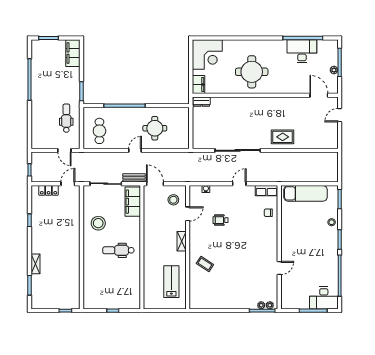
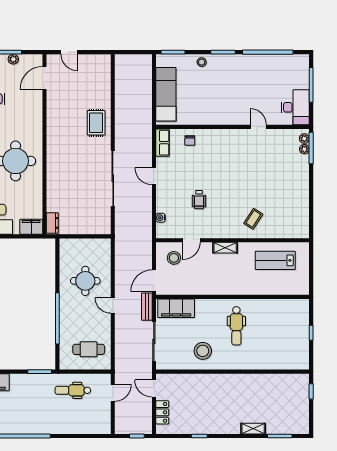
door: (188, 214) -> (191, 240), swing flipped
desk: (324, 298) -> (295, 107), moved

